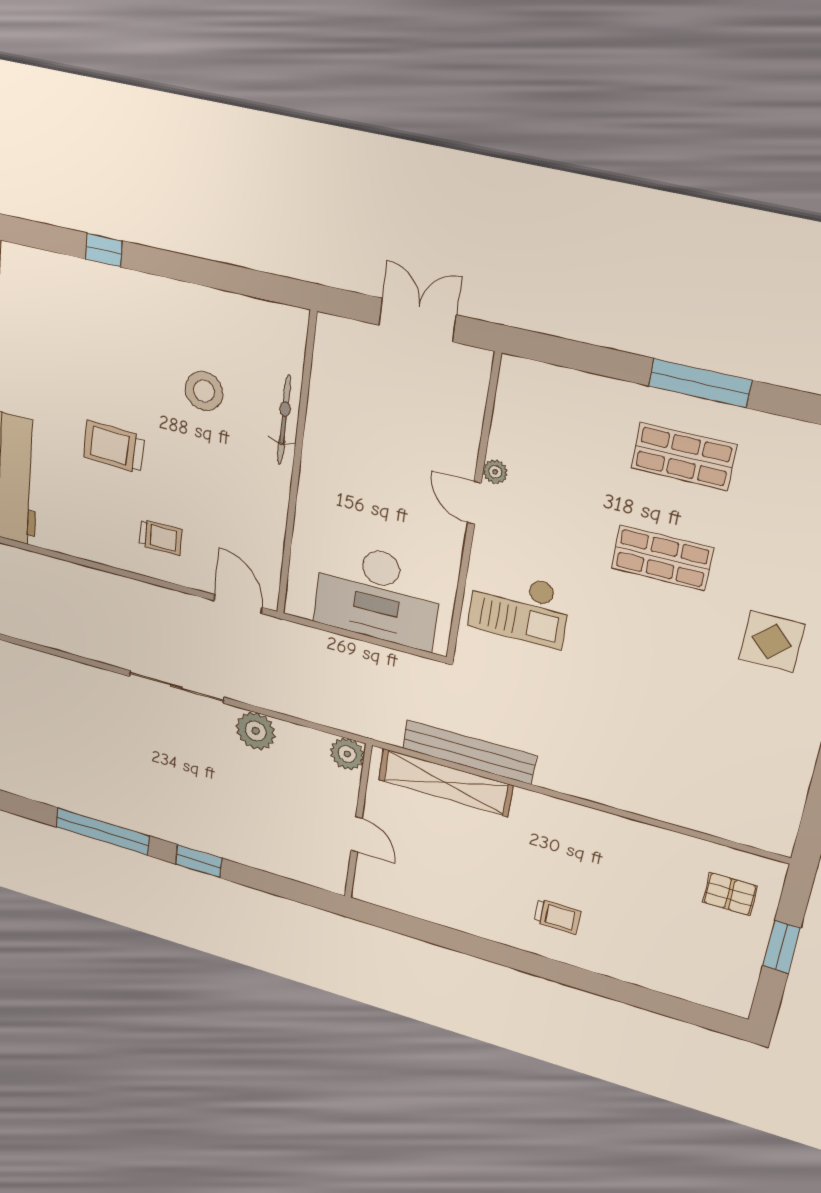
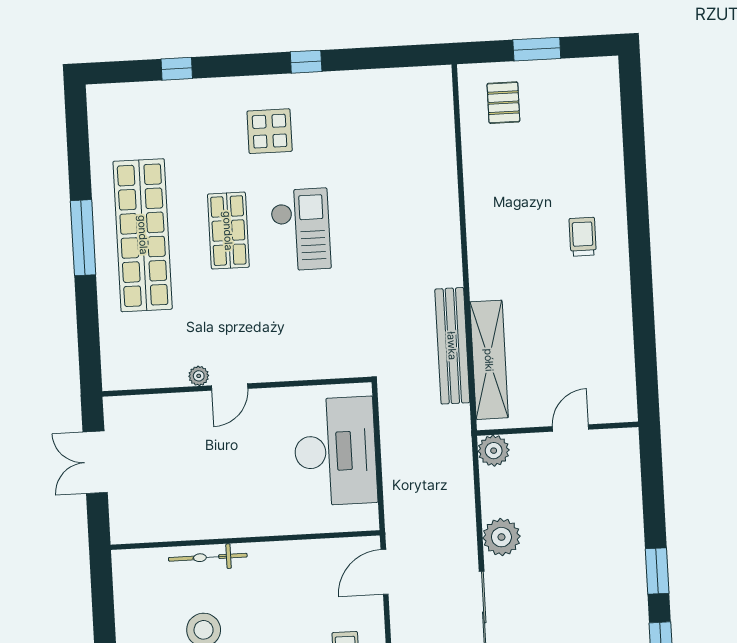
shop shelf: (684, 457) -> (143, 235), width x2.00, depth x1.36
checkout: (519, 607) -> (301, 230), moved

